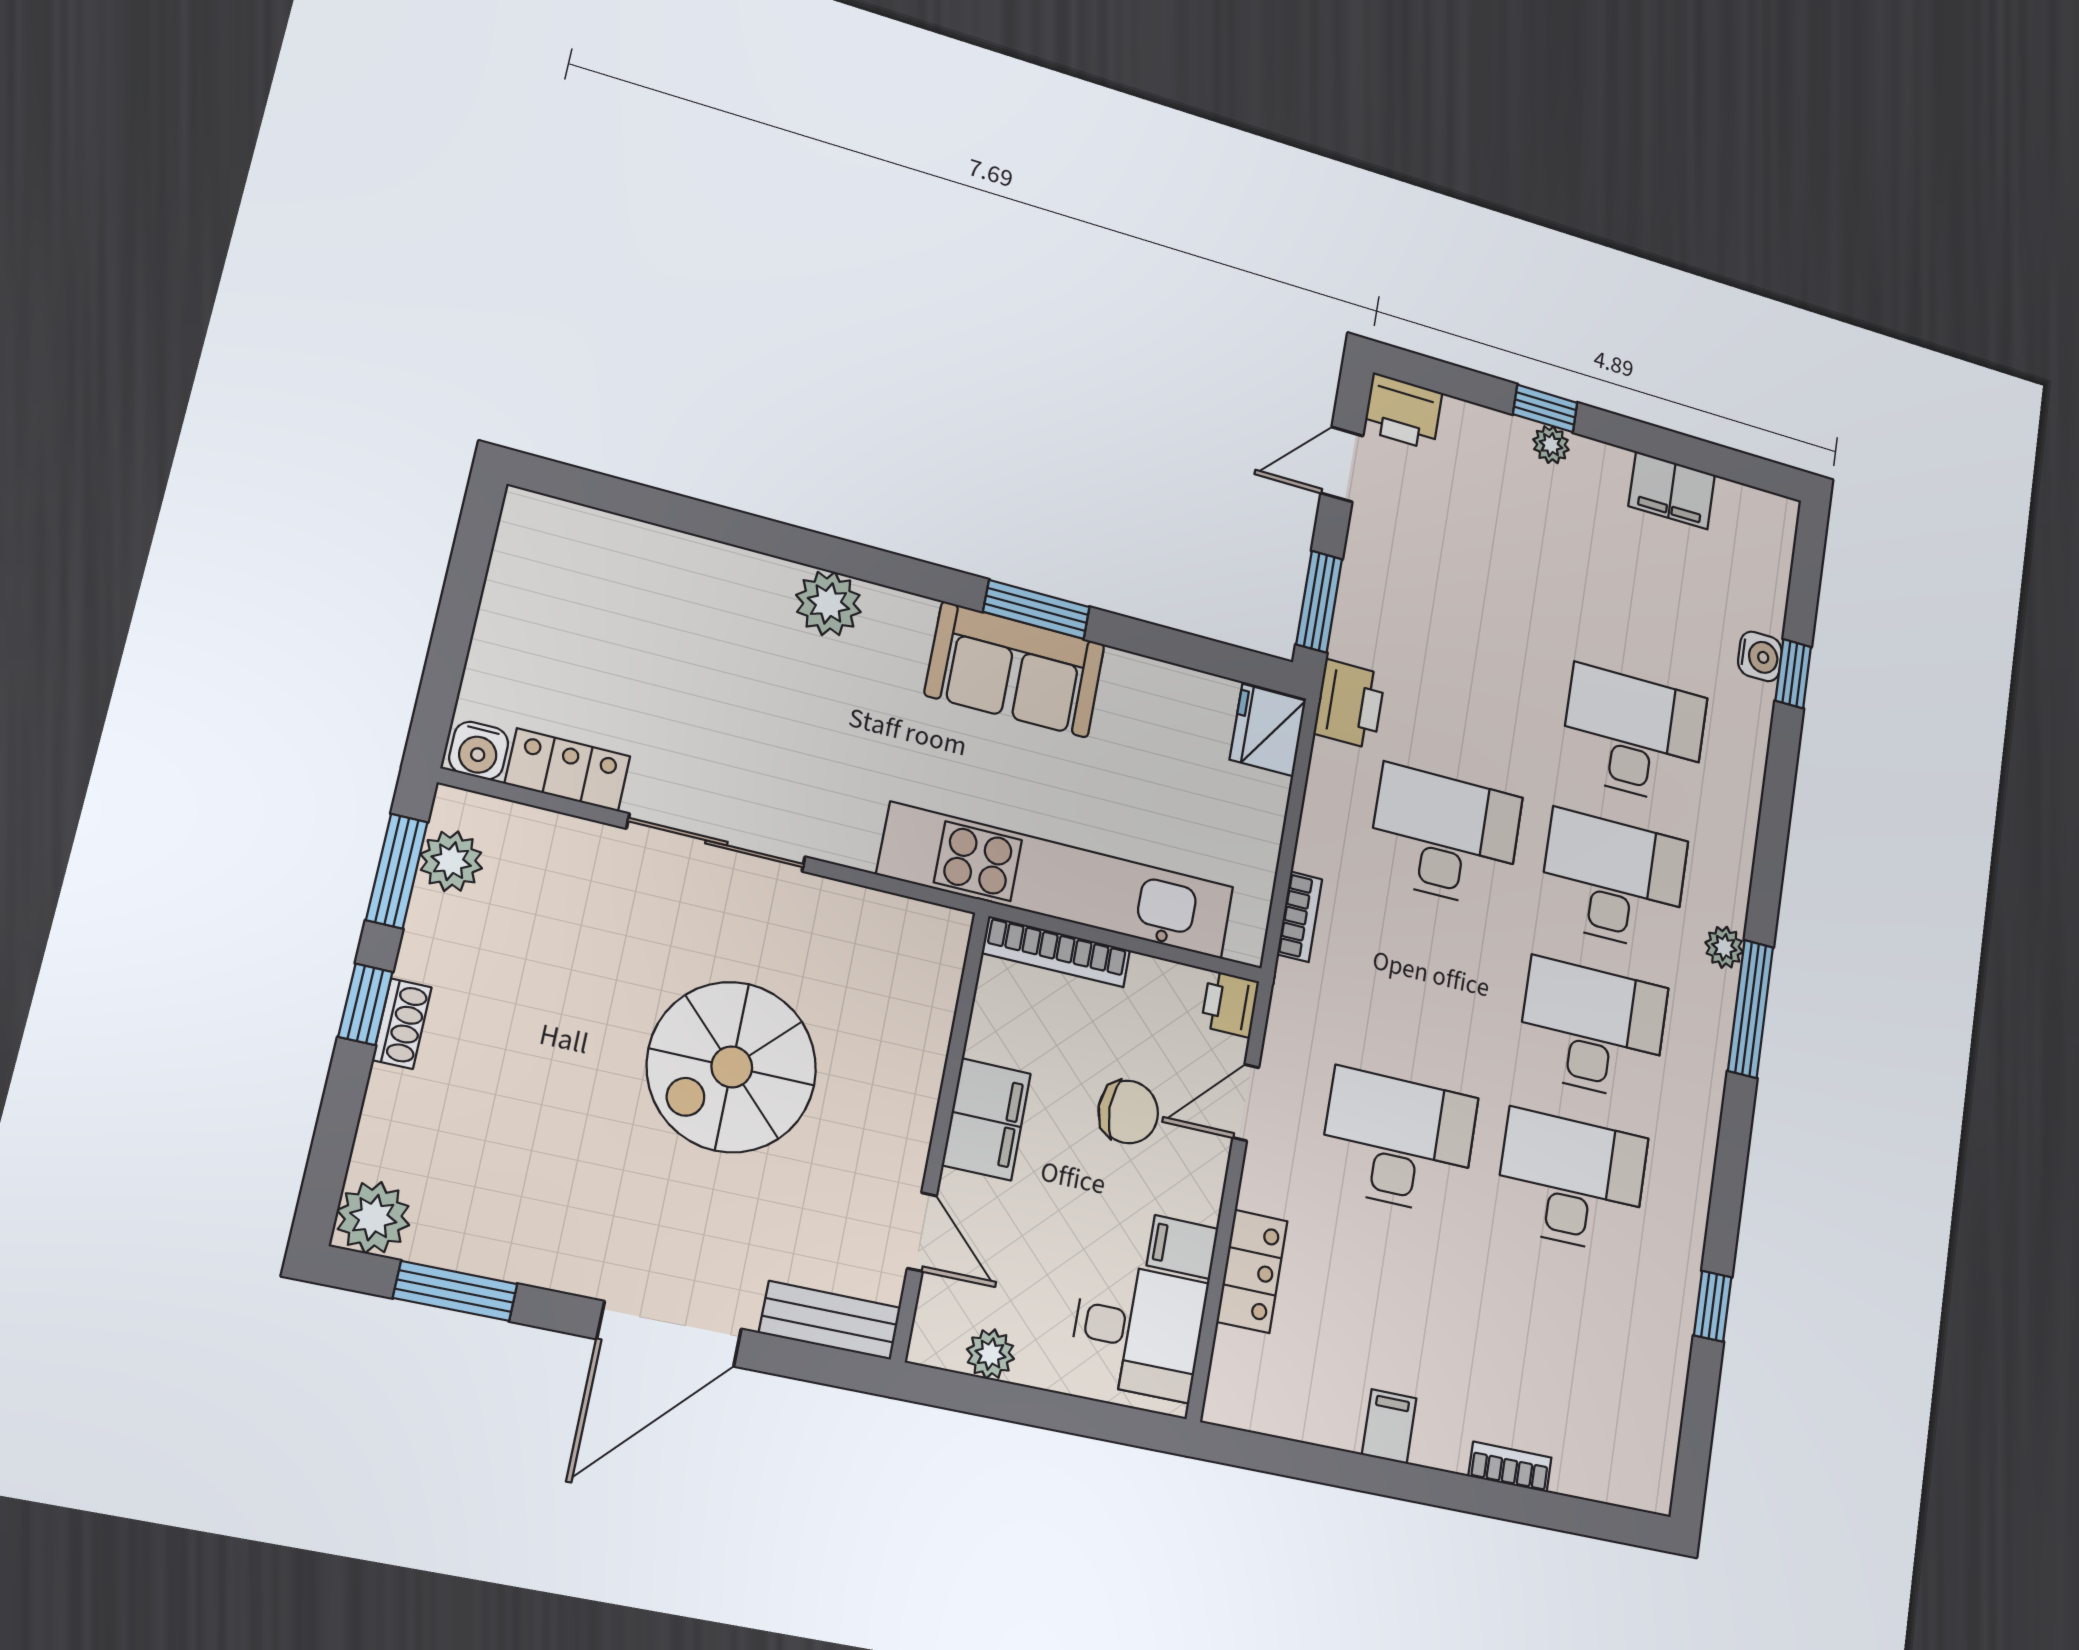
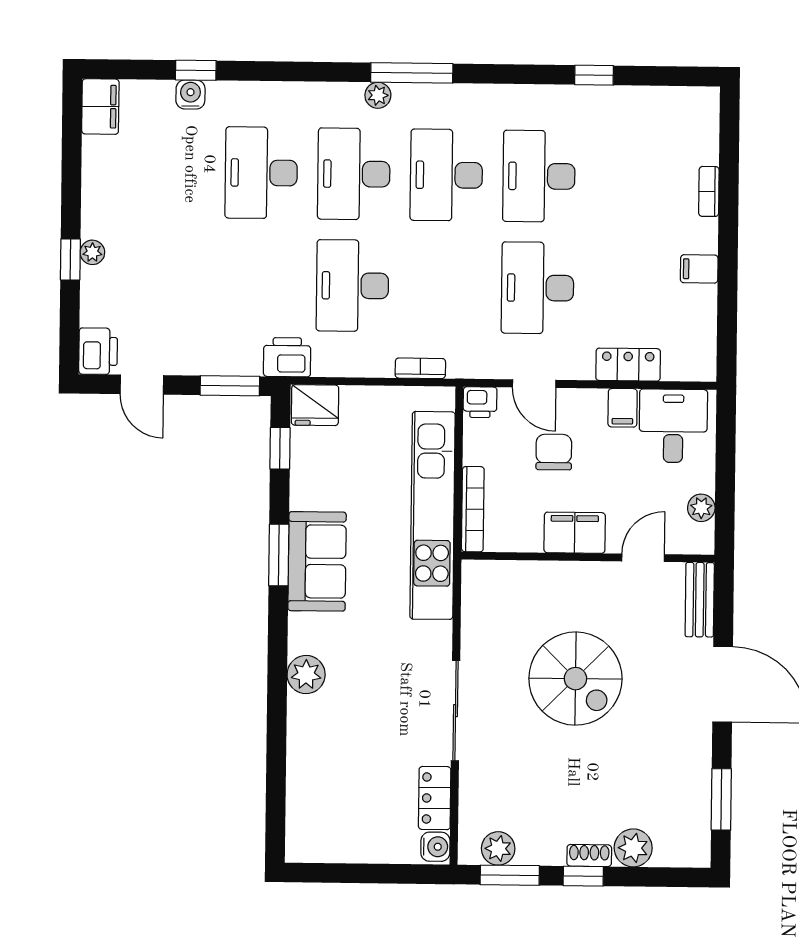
filing cabinet: (1672, 490) -> (100, 107), moved
window: (1208, 656) -> (280, 448), added
plant: (373, 1218) -> (633, 848), moved

